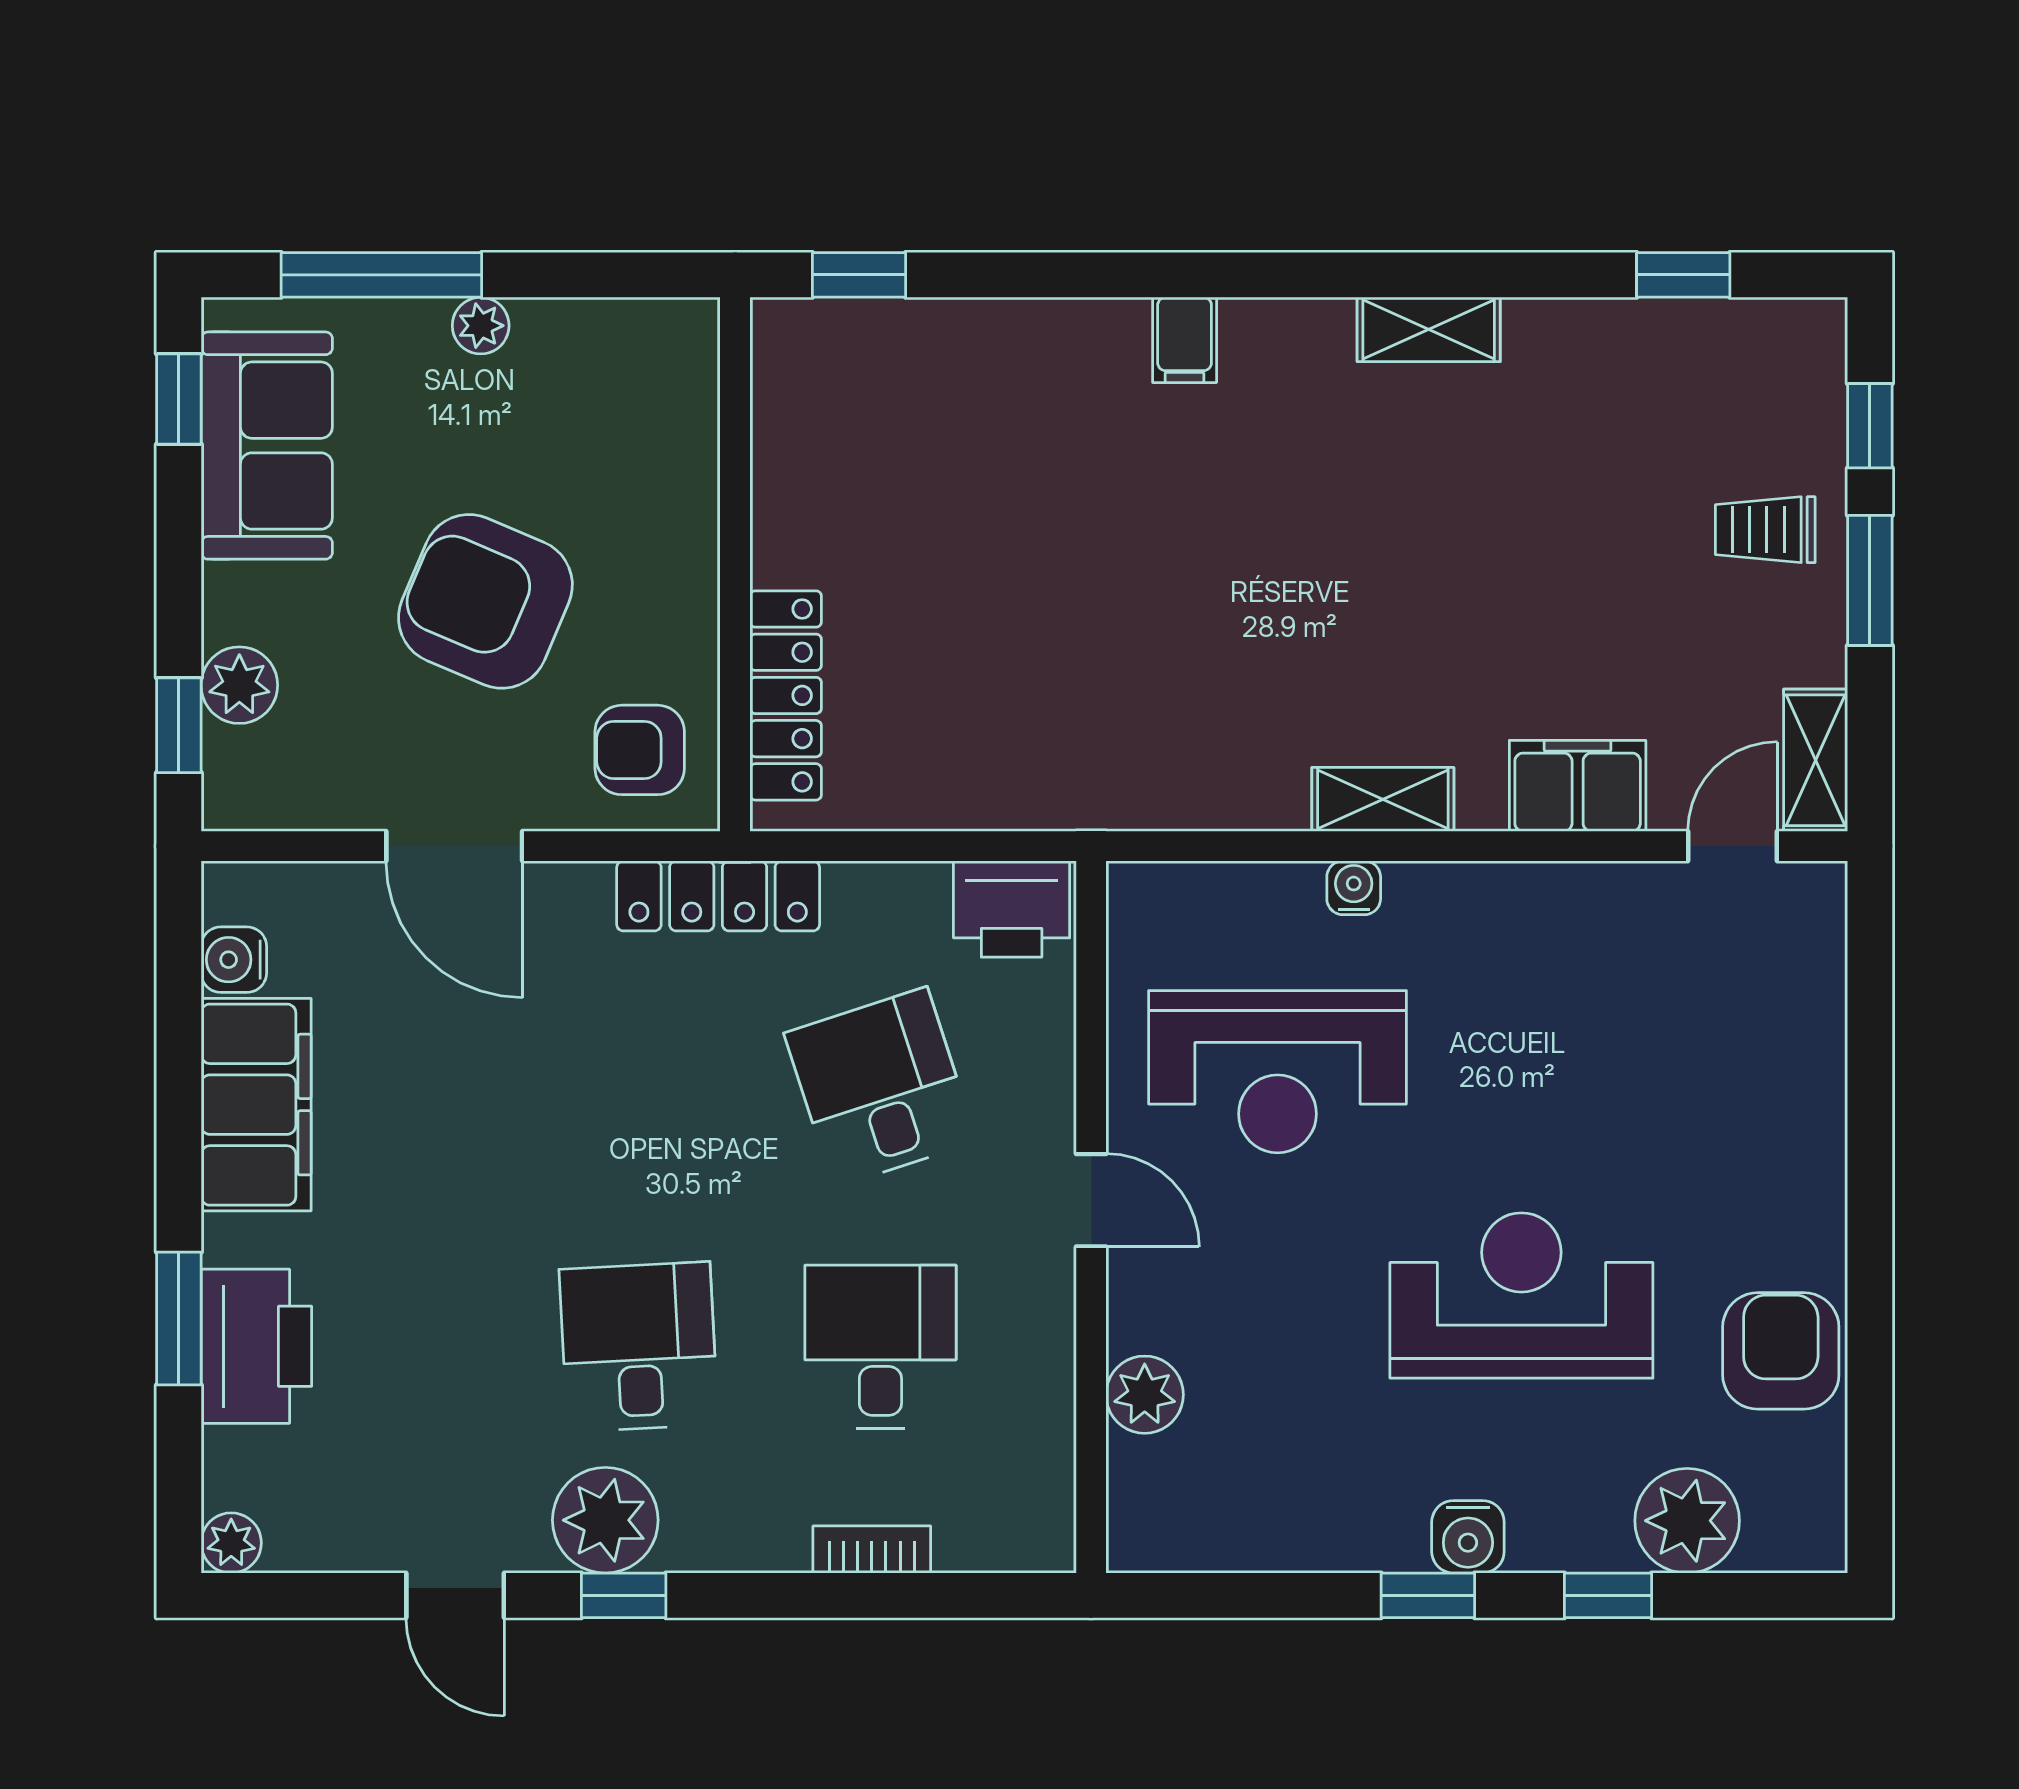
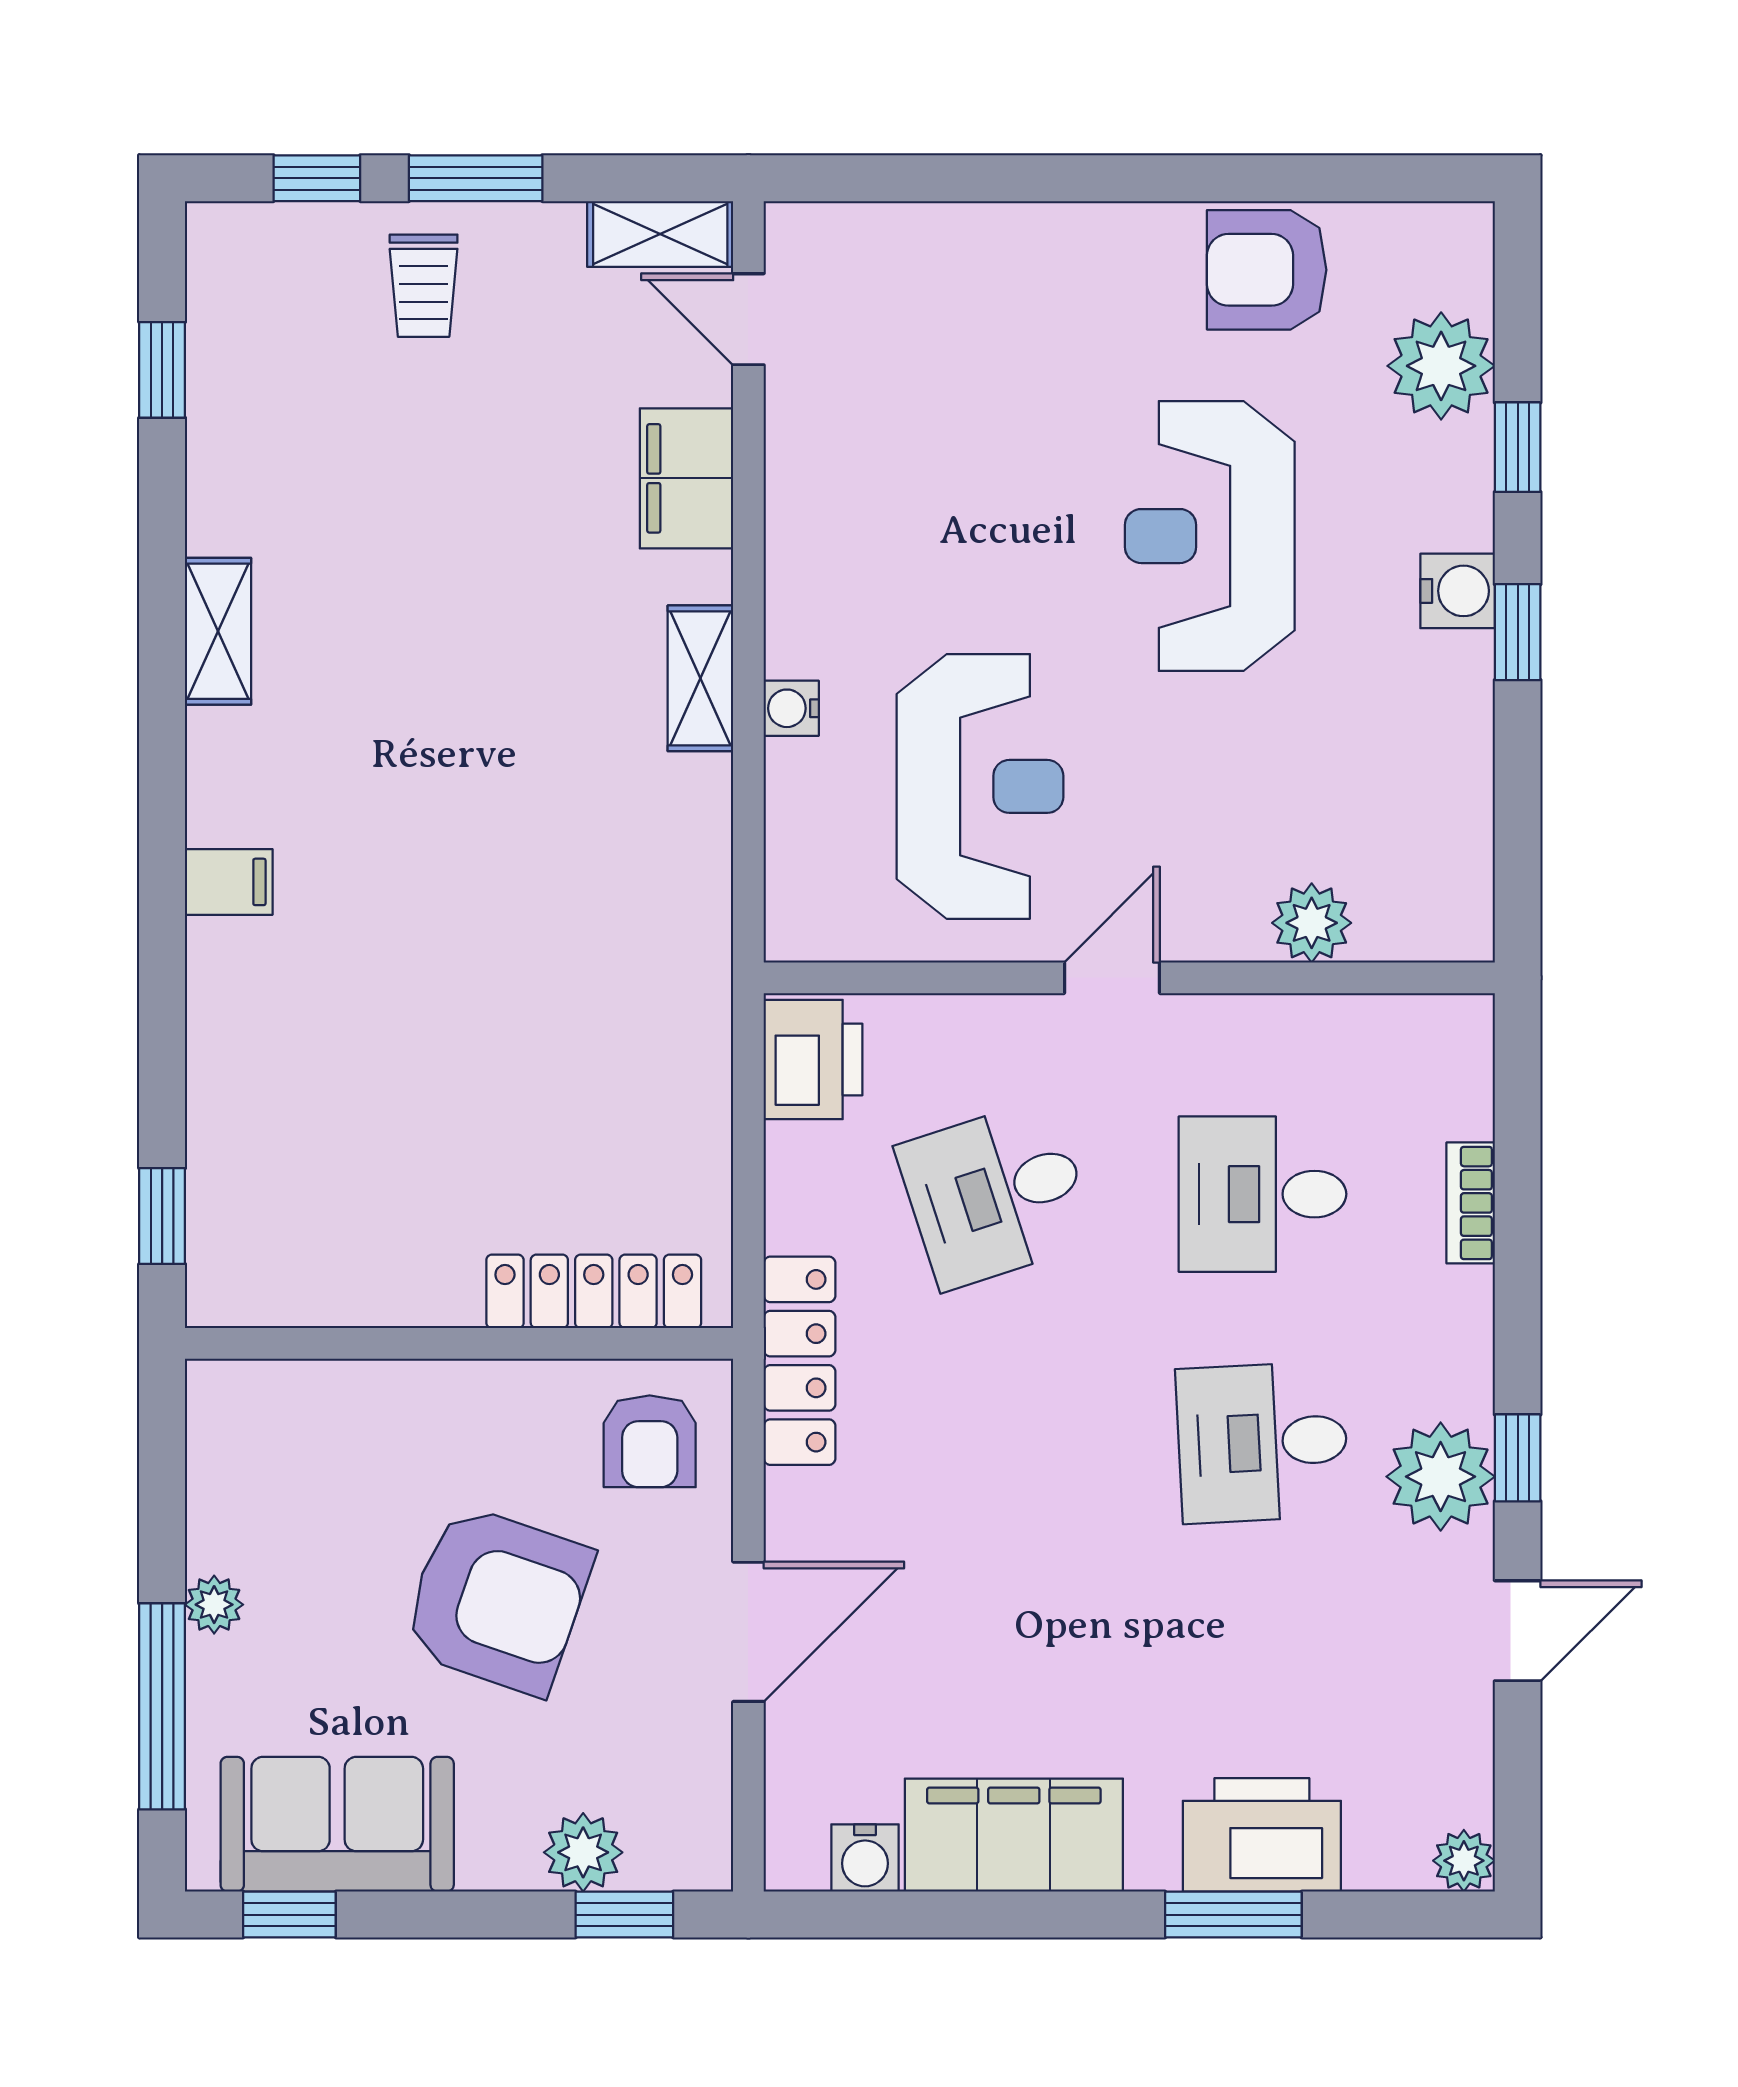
armchair: (485, 601) -> (497, 1600), turned -94

